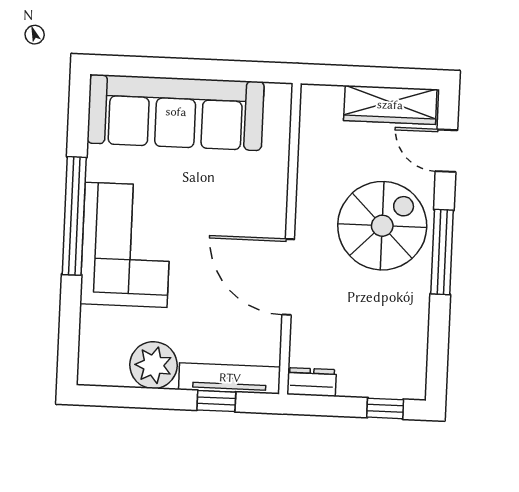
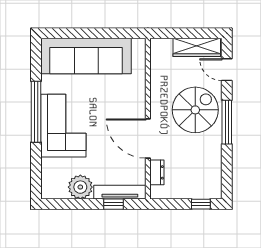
dresser: (312, 382) -> (157, 172), moved, turned 90

